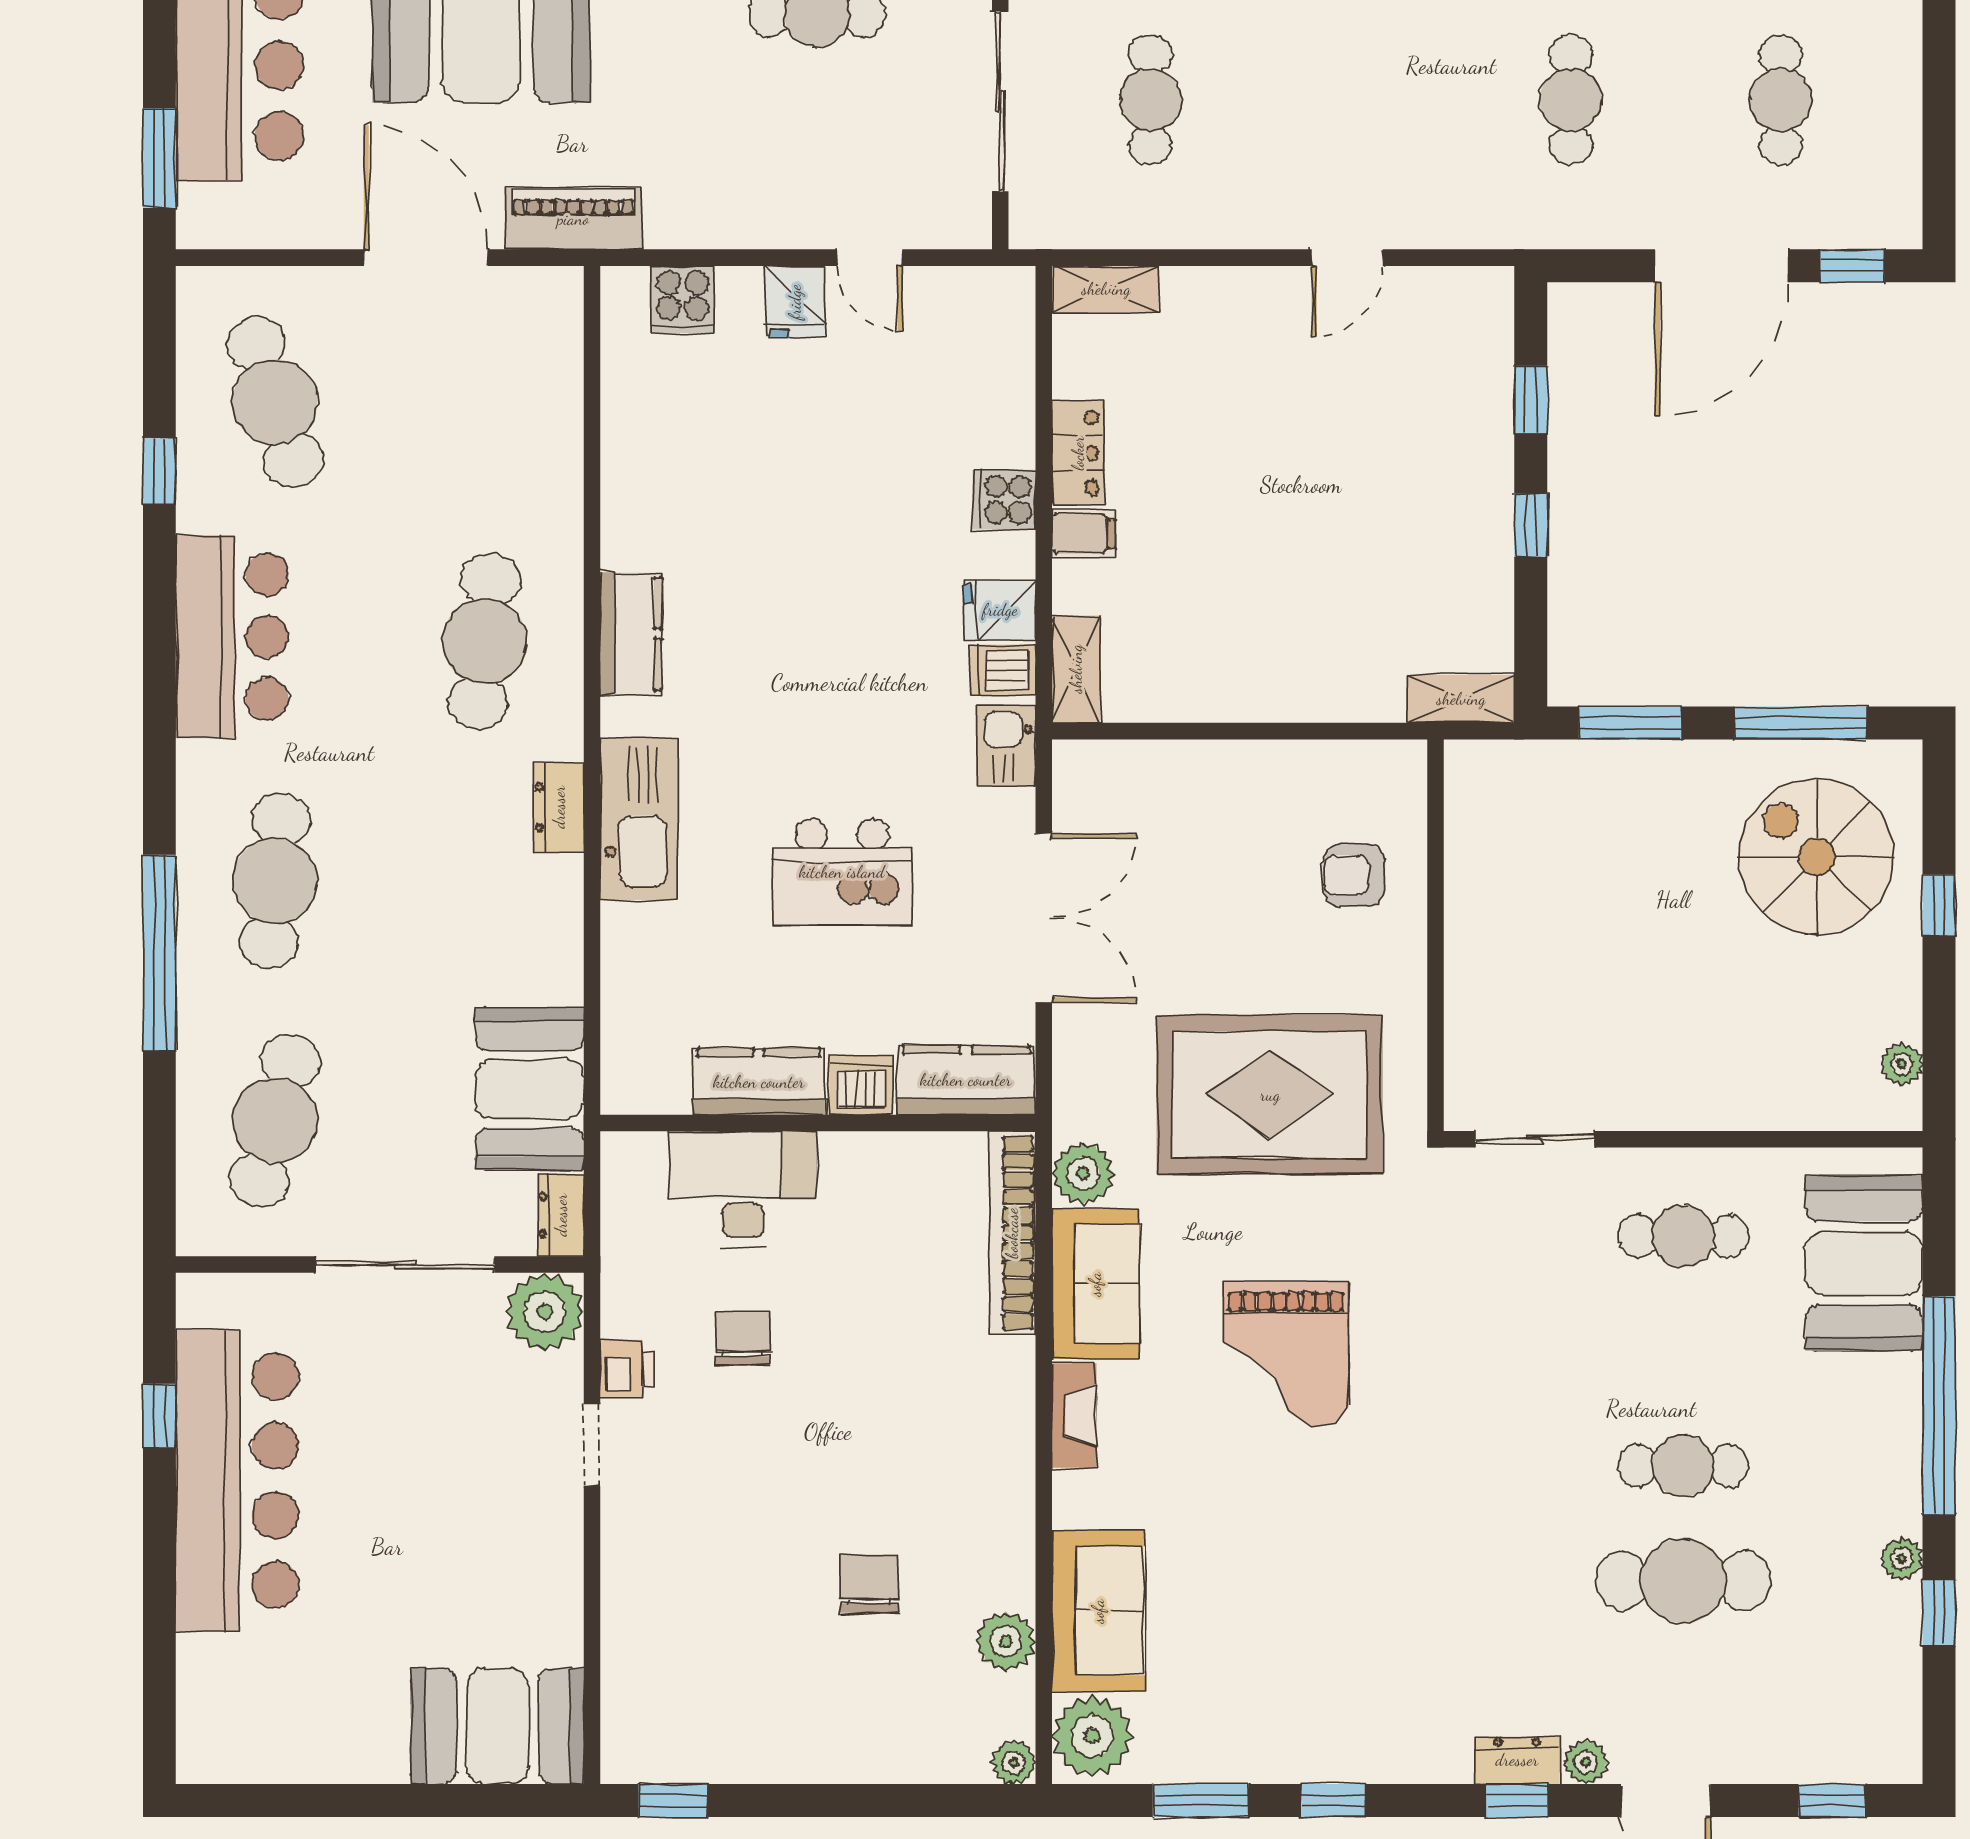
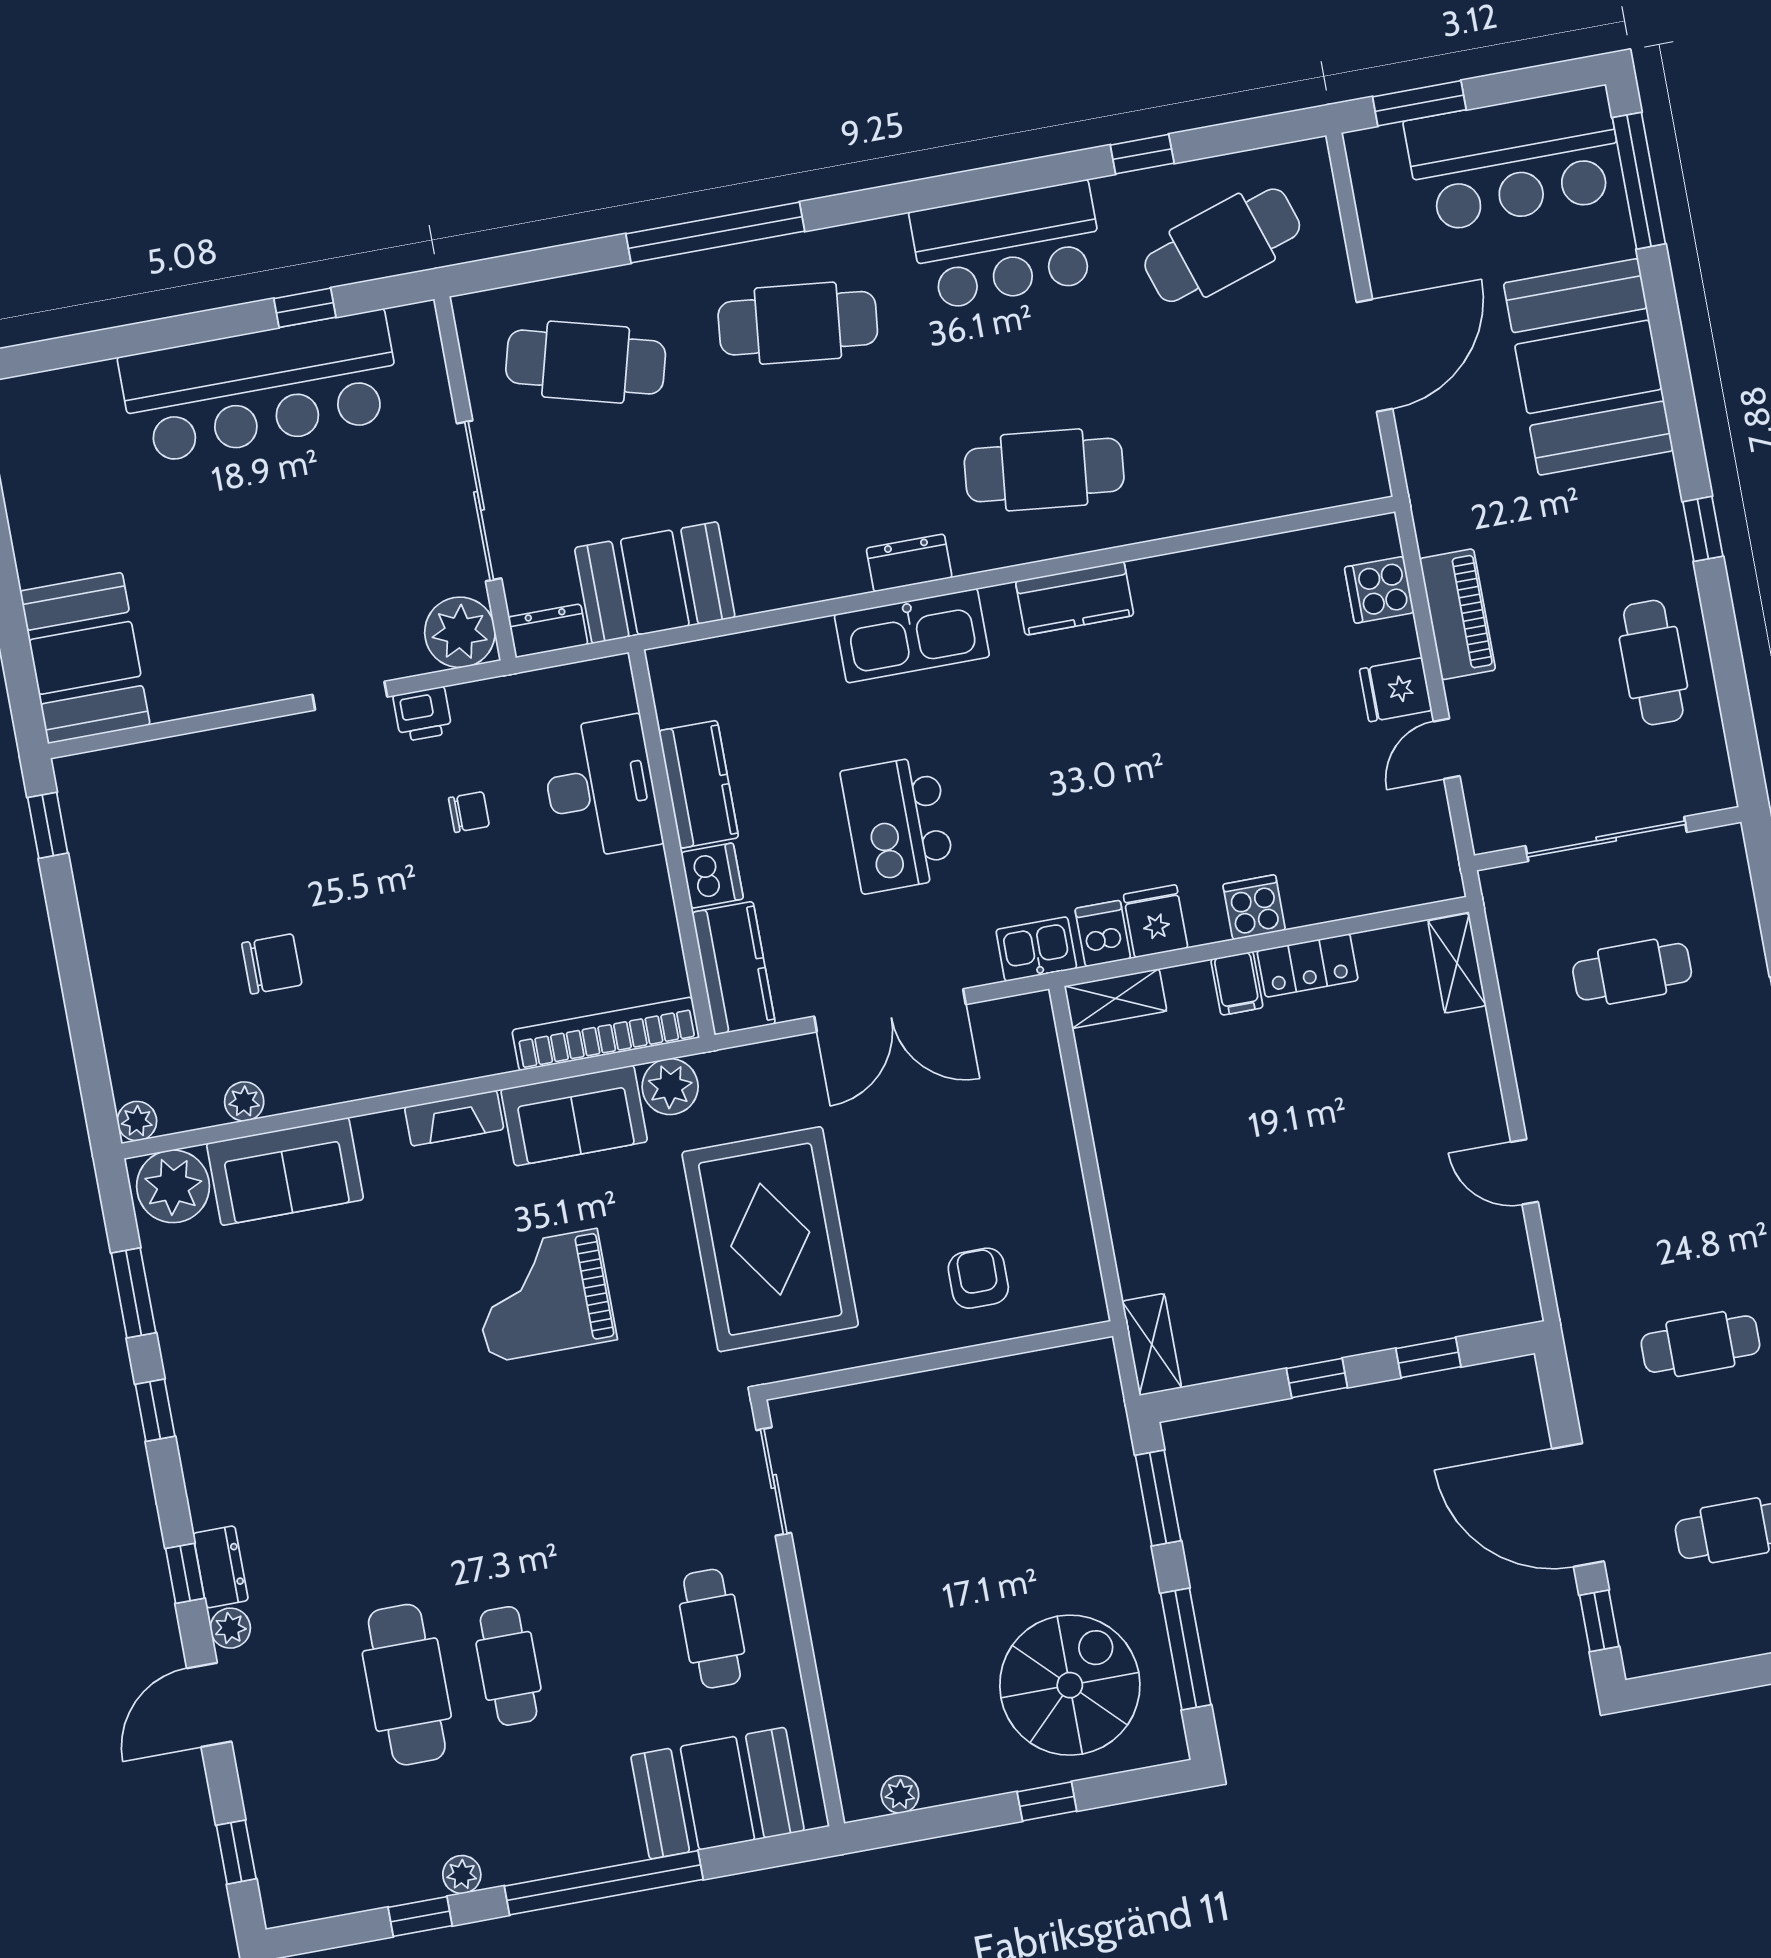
piano: (573, 219) -> (1458, 614), moved
chair: (743, 1338) -> (469, 812), width x0.73, depth x0.73
plant: (1006, 1641) -> (244, 1101), width x0.73, depth x0.73

